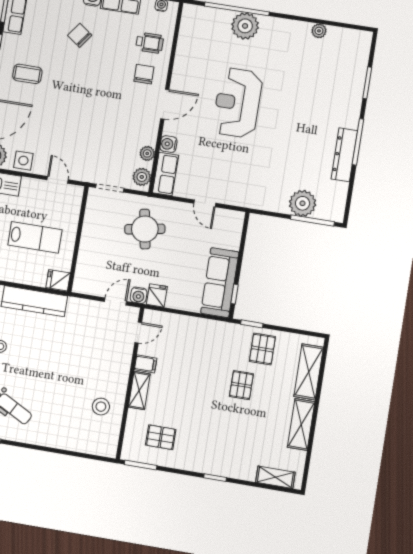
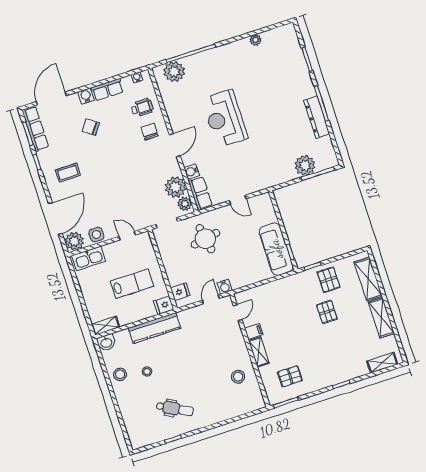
plant: (245, 26) -> (174, 72), moved
plant: (147, 153) -> (175, 187), width x1.87, depth x1.87
fridge: (157, 295) -> (180, 292), moved, turned 90

